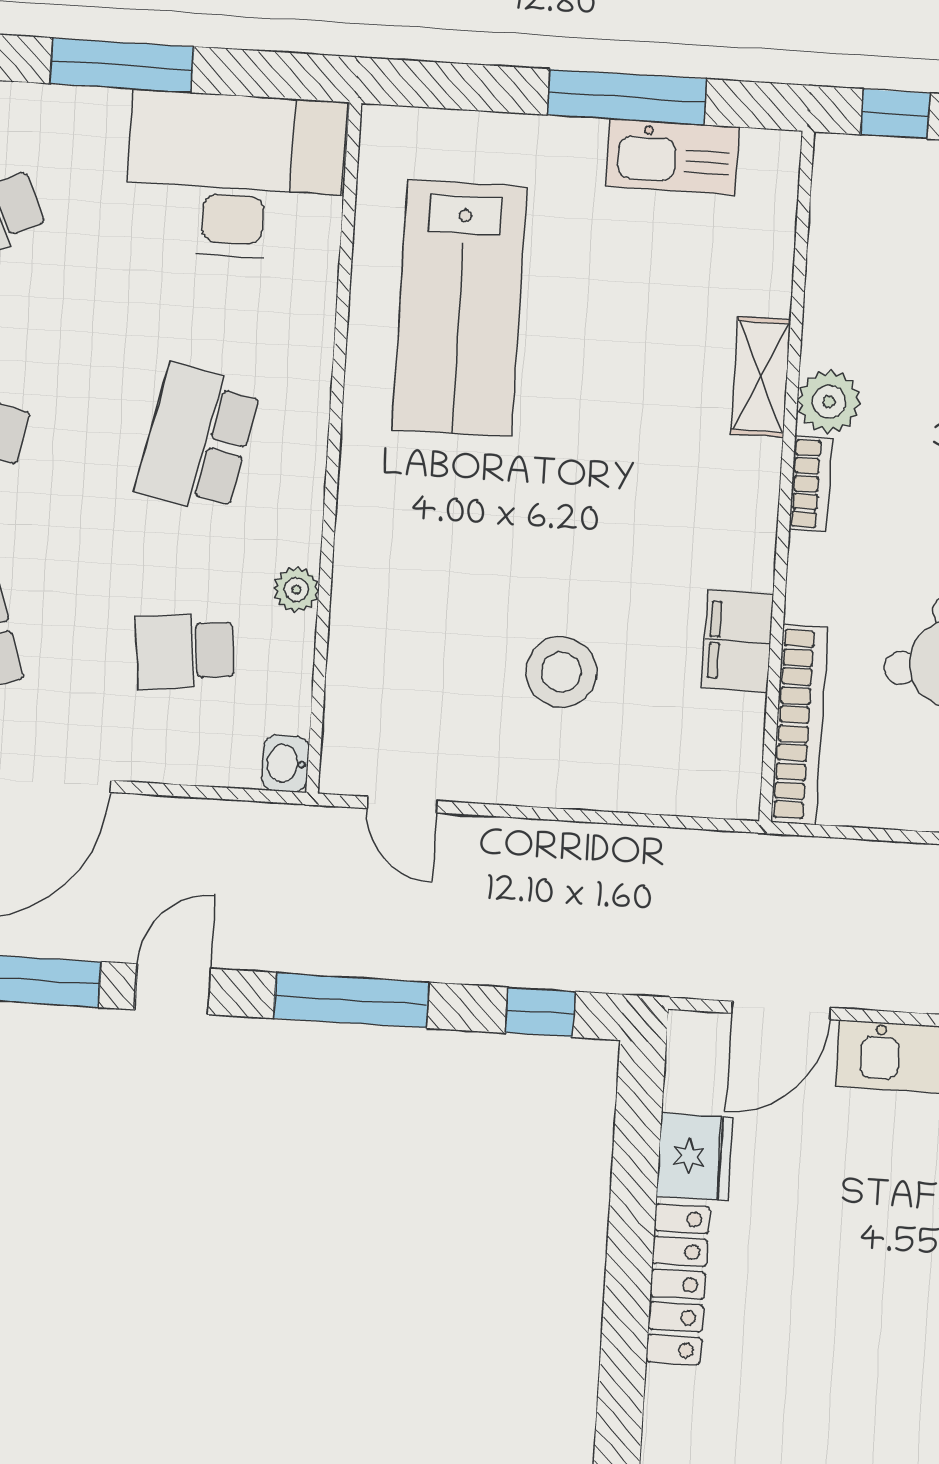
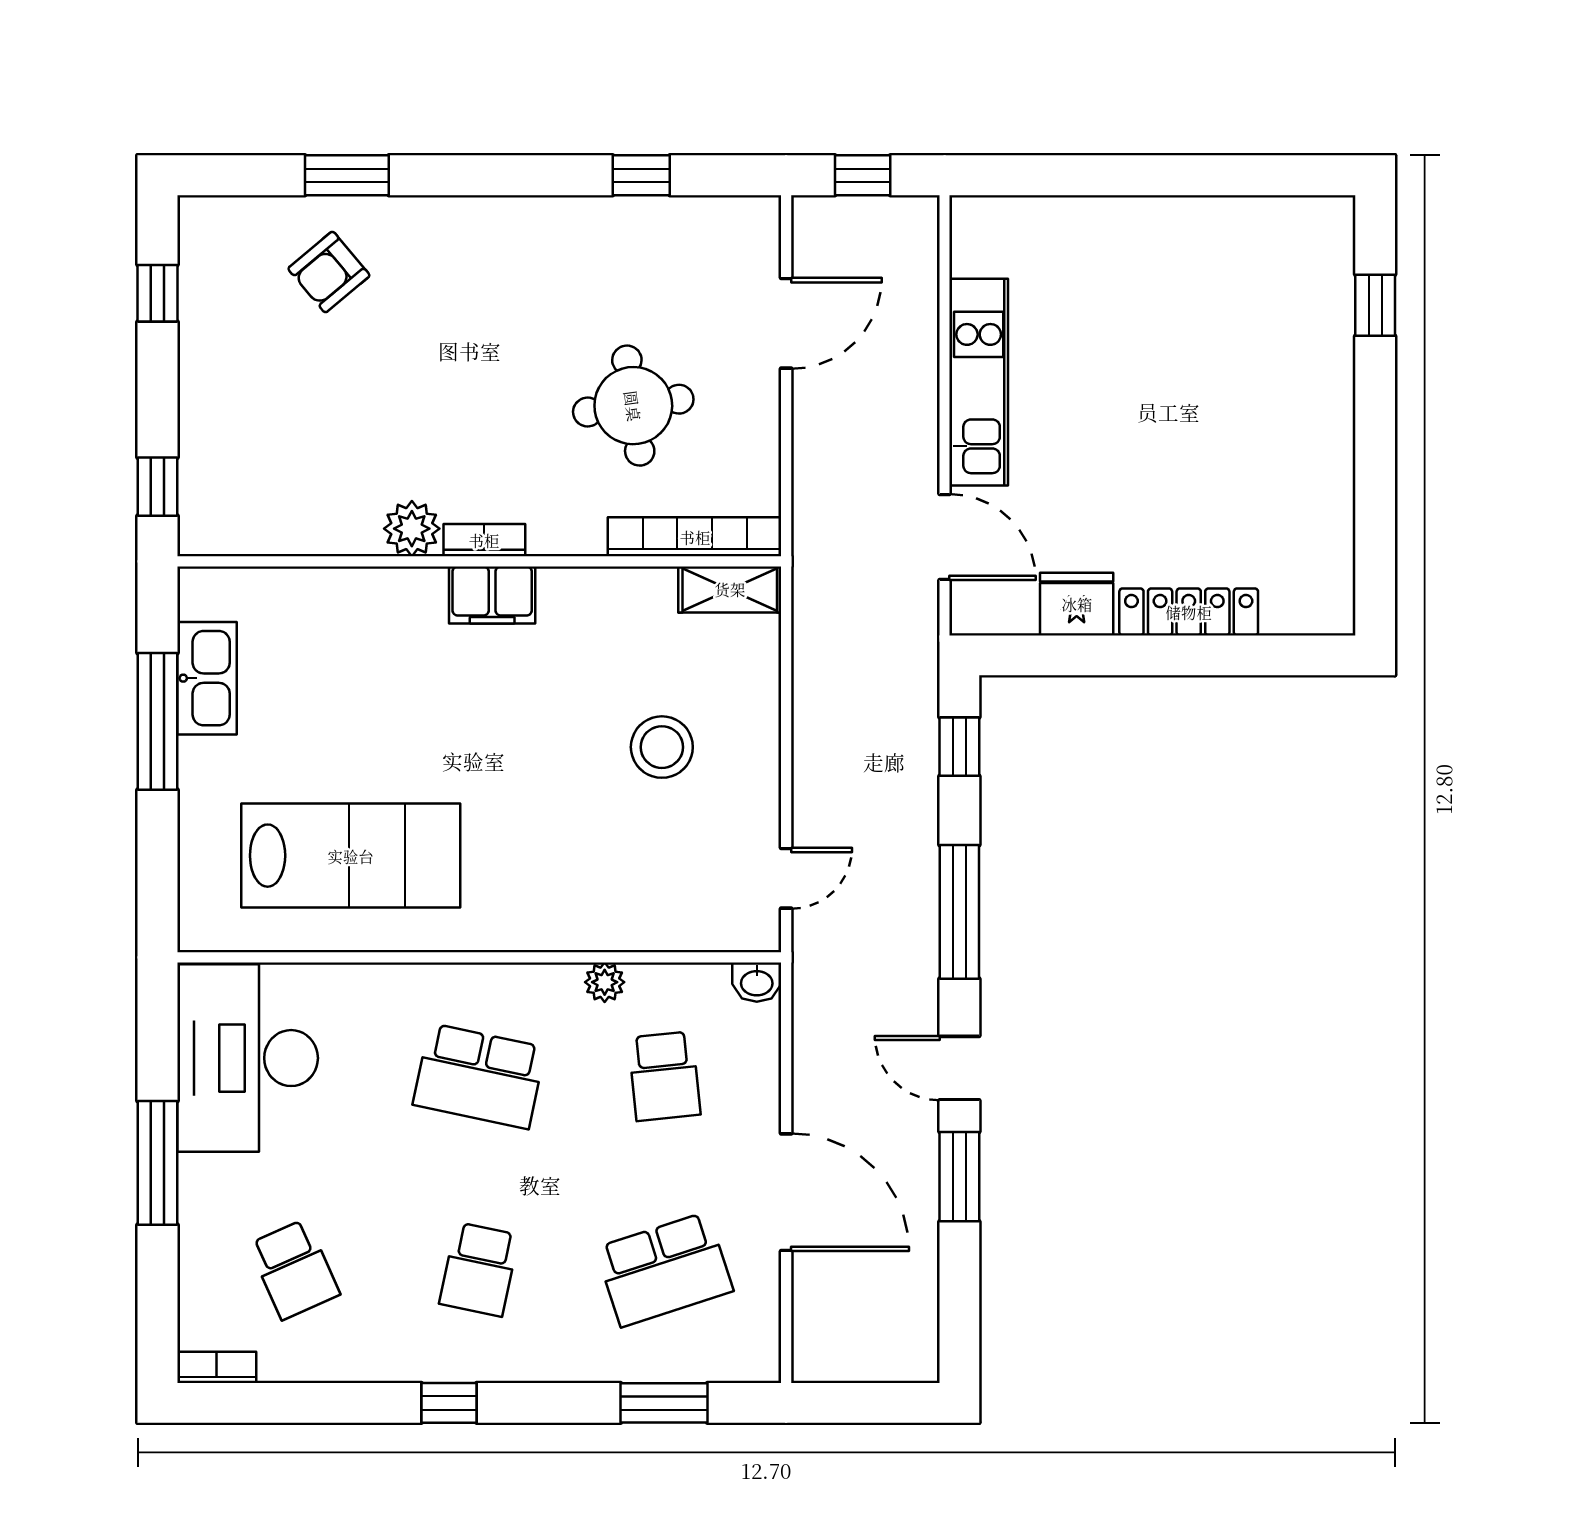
shelving: (761, 377) -> (730, 589), moved
filing cabinet: (738, 641) -> (492, 595), moved

